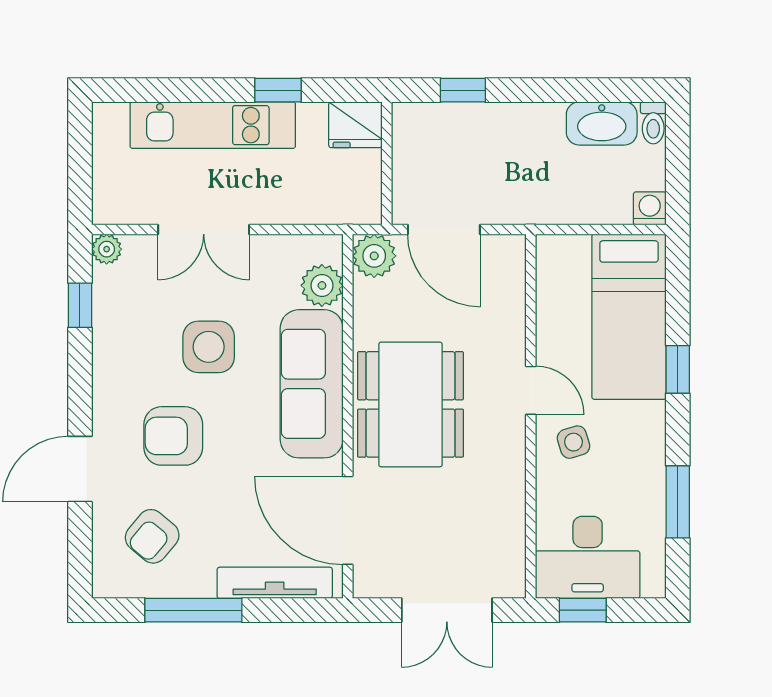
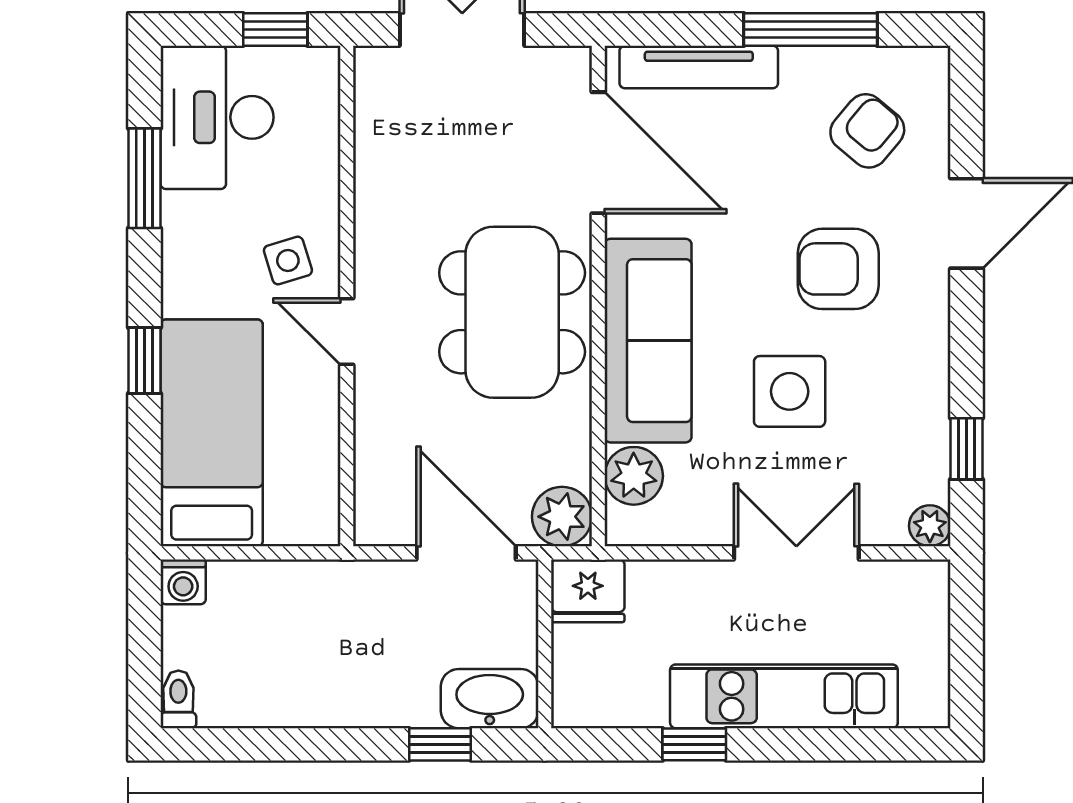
washbasin: (602, 123) -> (490, 699), moved
fridge: (355, 125) -> (588, 591), moved, turned 180
armchair: (173, 436) -> (838, 269), turned 180
desk: (588, 557) -> (217, 117), moved, turned -90

